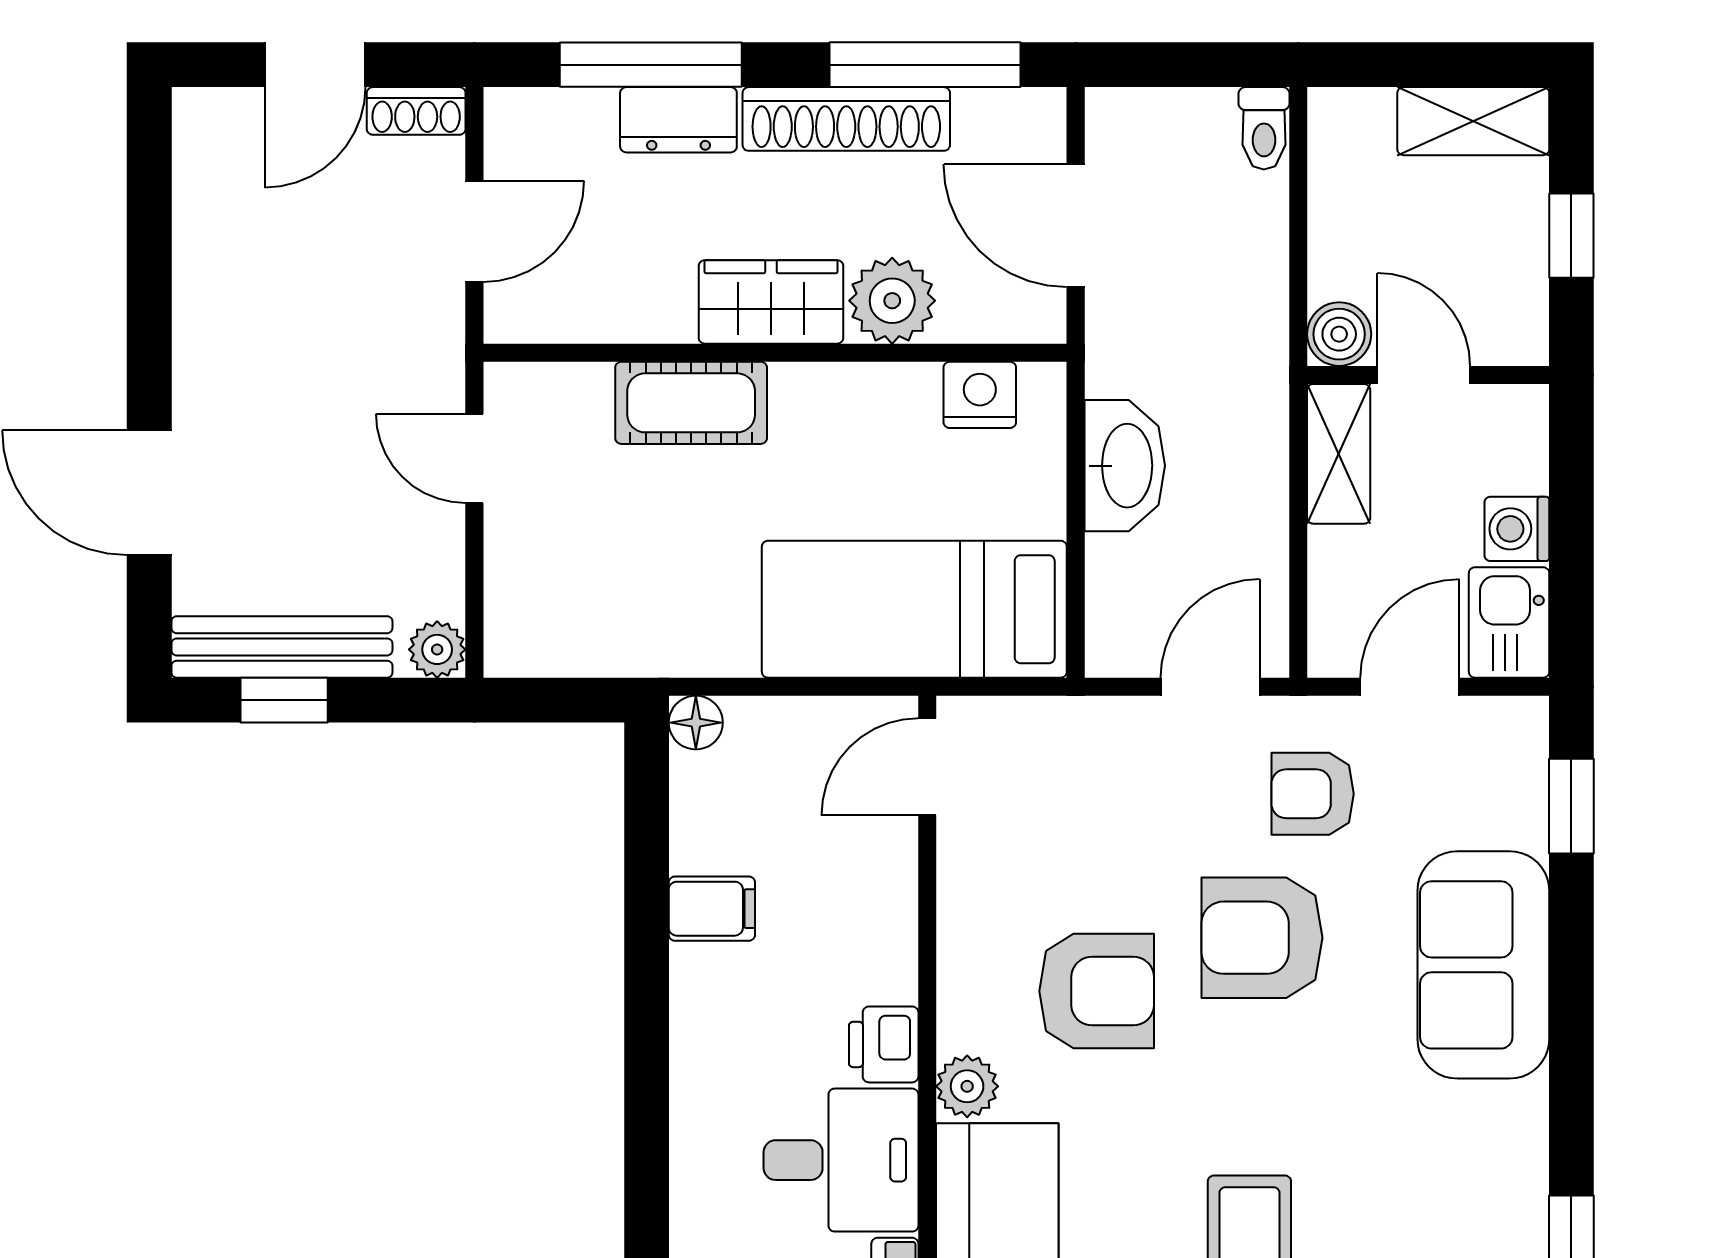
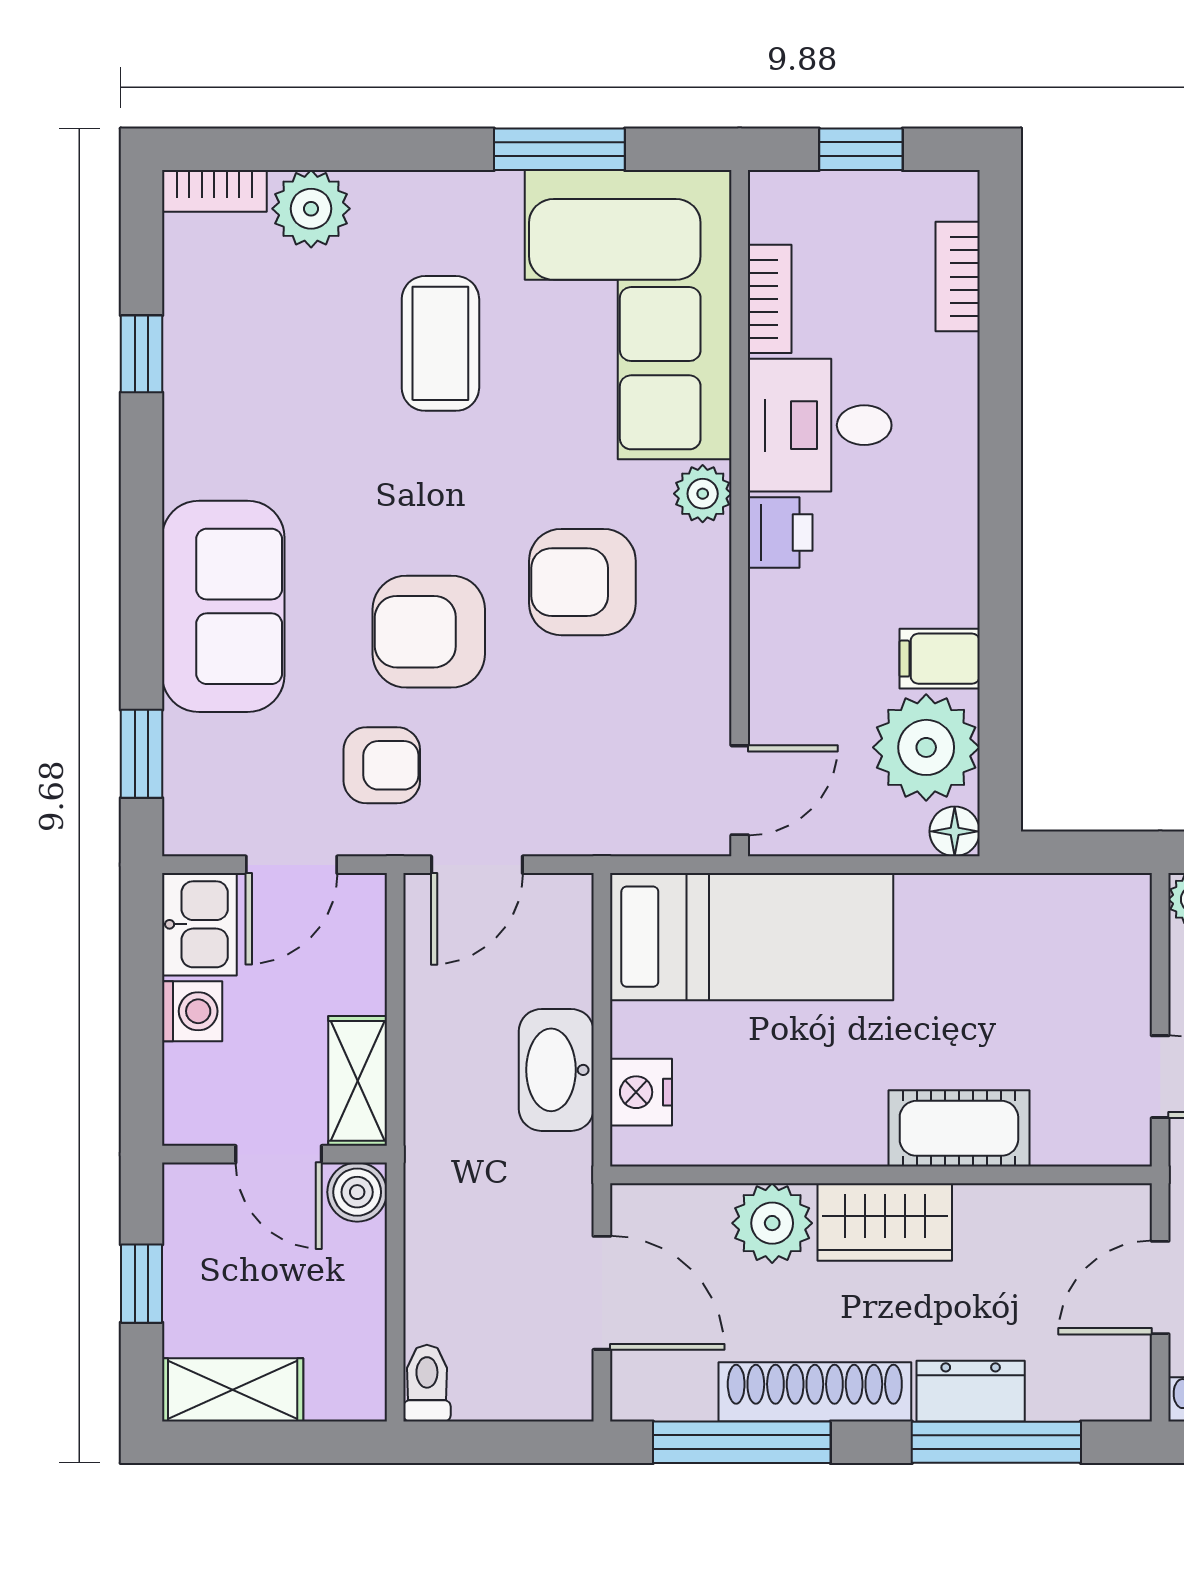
nightstand: (980, 395) -> (641, 1092), moved, turned 90
plant: (726, 813) -> (926, 747), added
armchair: (1262, 938) -> (429, 632), turned 180

